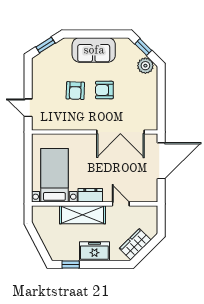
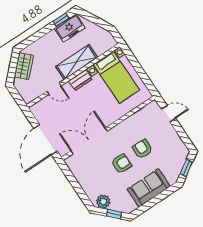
freezer: (94, 251) -> (70, 28), moved

